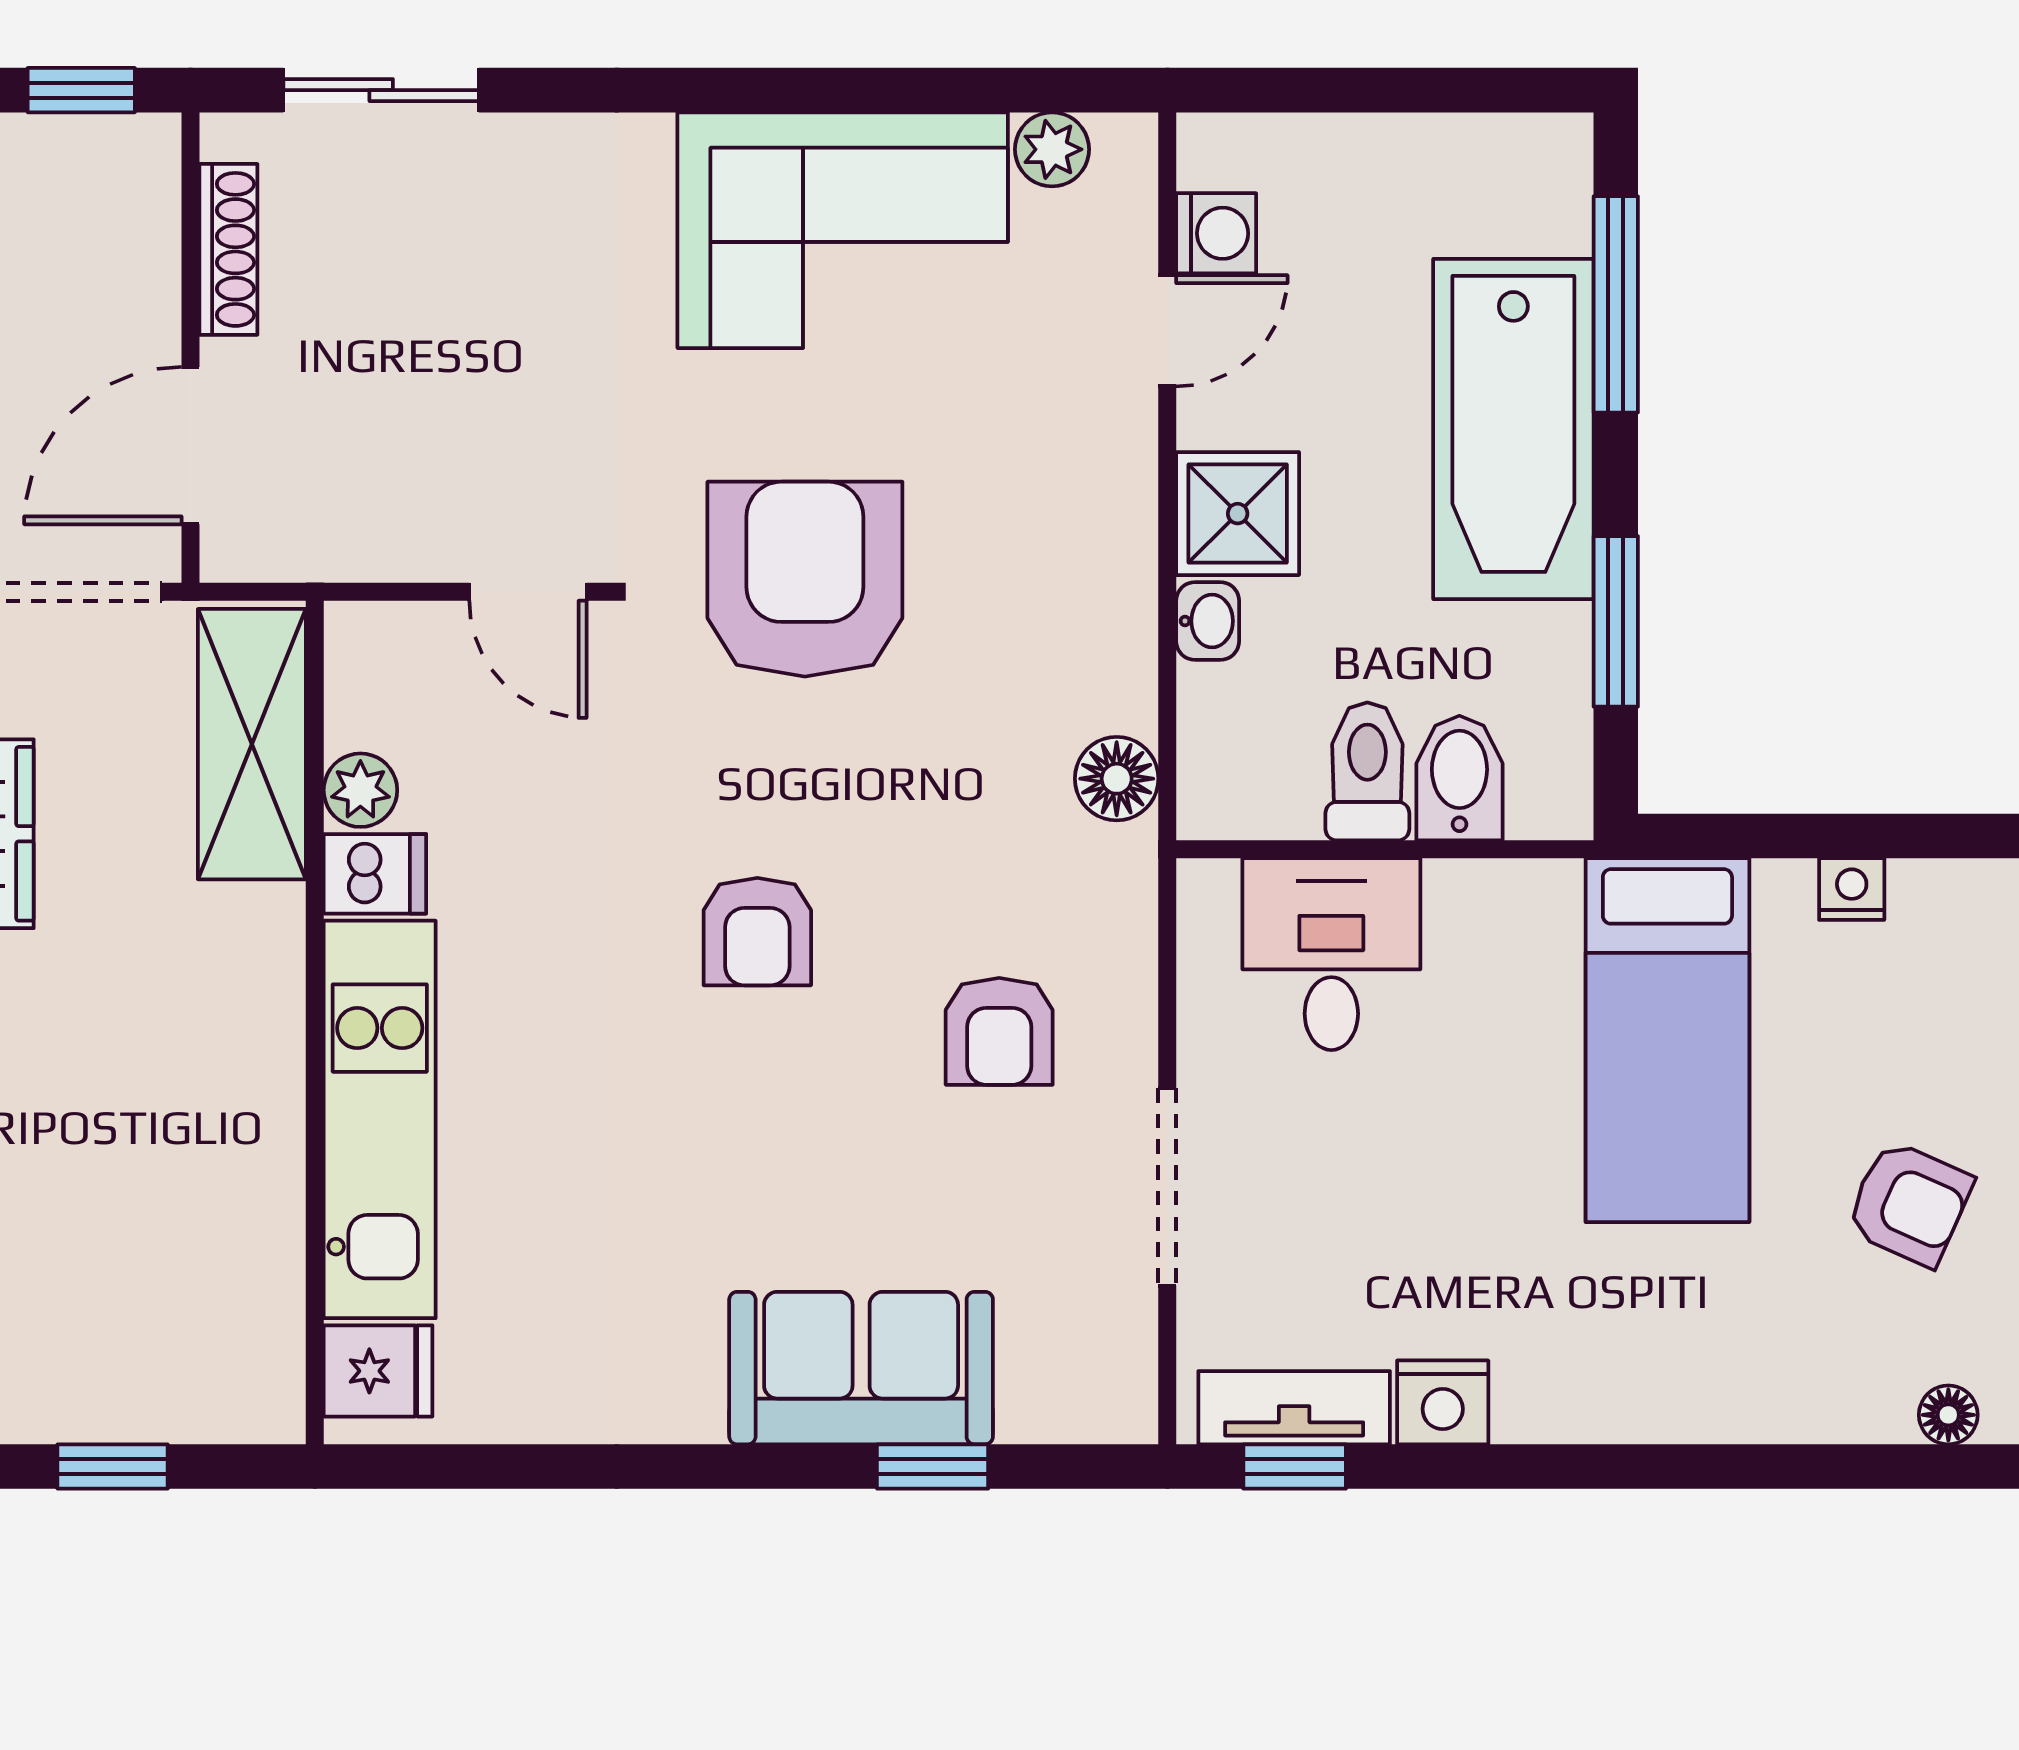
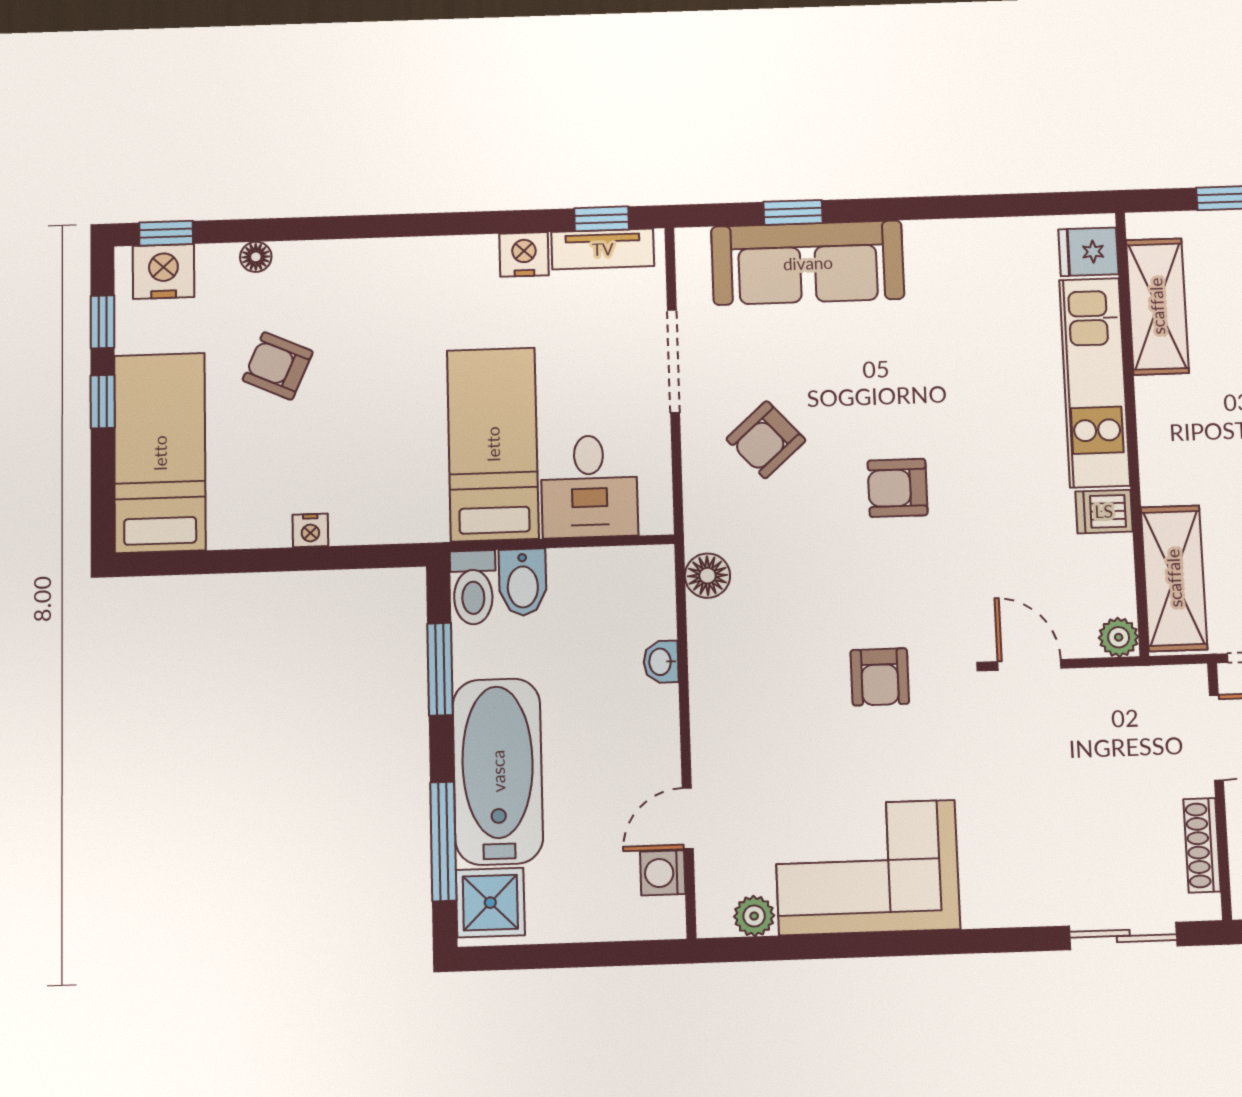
shower: (1238, 514) -> (490, 903), moved
armchair: (805, 579) -> (880, 677), width x0.53, depth x0.53
toilet: (1367, 771) -> (473, 587), moved
plant: (360, 790) -> (1119, 637), moved
armchair: (757, 932) -> (898, 488), turned -90
armchair: (999, 1031) -> (766, 440), turned -132
bed: (1667, 1040) -> (493, 444), moved
shelving: (254, 1261) -> (1157, 306), added
sofa: (861, 1368) -> (808, 263), width x1.36

